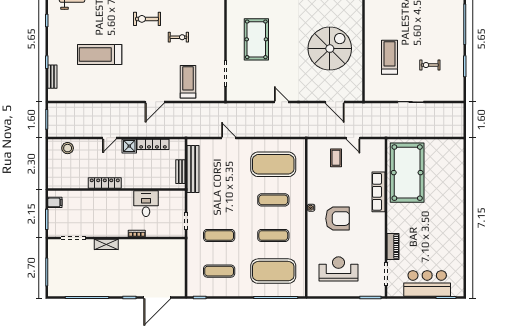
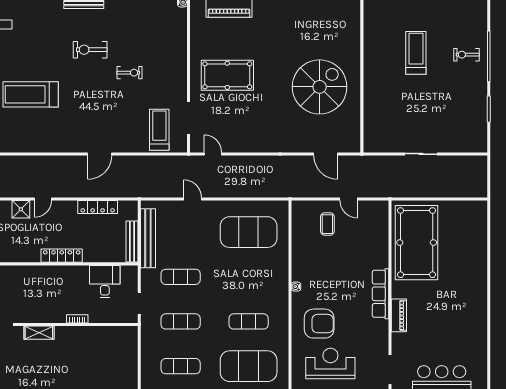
pool table: (256, 39) -> (227, 75), turned 90
treadmill: (390, 57) -> (416, 53), moved
exercise bike: (430, 65) -> (466, 55), moved
treadmill: (188, 82) -> (159, 130), moved
door: (281, 102) -> (213, 154), moved
shower: (129, 146) -> (21, 209), moved
bench: (180, 172) -> (132, 241), width x1.36
locker: (105, 183) -> (62, 256), moved
row of seats: (378, 192) -> (381, 294), moved
exercise mat: (273, 200) -> (181, 277), moved
desk: (146, 204) -> (105, 282), moved
armchair: (338, 219) -> (319, 324), moved
piano: (393, 247) -> (399, 315), moved

